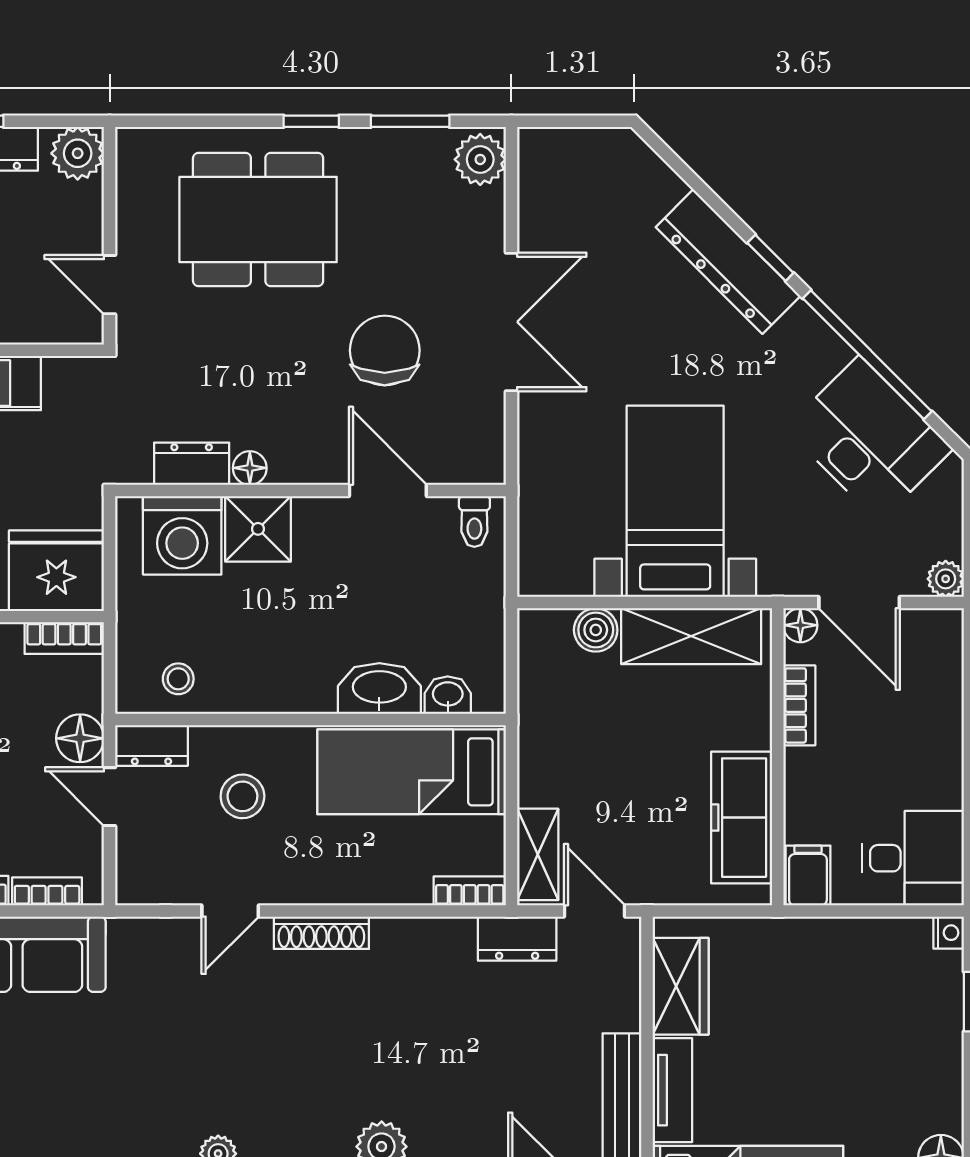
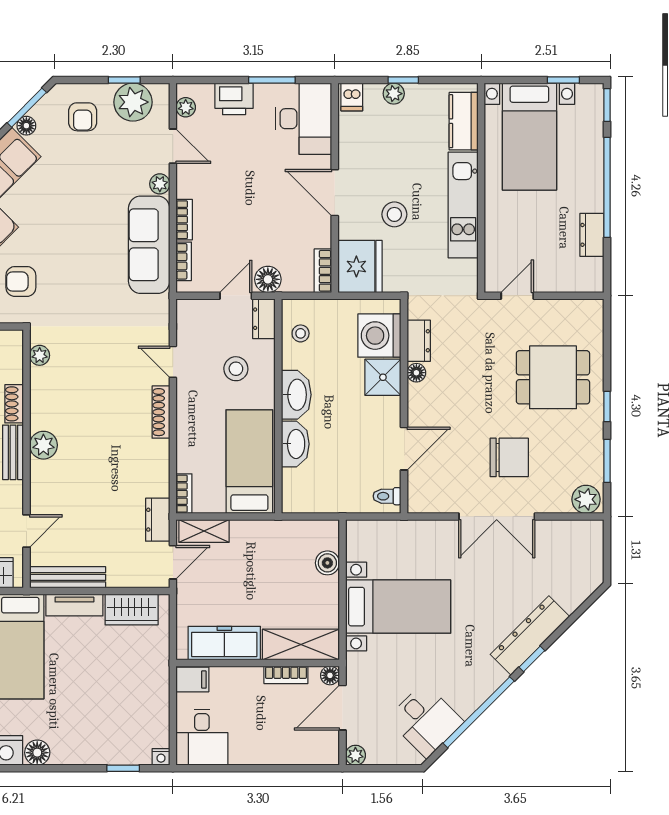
plant: (78, 153) -> (589, 278), removed
dining table: (258, 220) -> (553, 377), width x0.73
chair: (385, 350) -> (509, 457), moved
desk: (869, 439) -> (425, 720), width x0.73
shelving: (691, 636) -> (301, 645), moved, turned 90
washbasin: (448, 695) -> (296, 395), moved, width x1.91, depth x1.45

